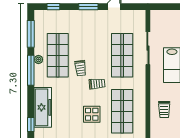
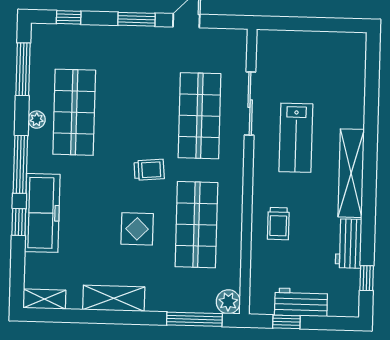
trolley: (80, 68) -> (118, 139), removed
window: (31, 70) -> (20, 164), moved
window: (31, 125) -> (19, 222), moved

